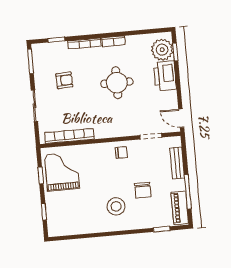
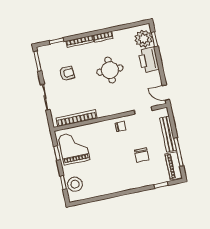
bench: (177, 163) -> (168, 134), width x1.36
stool: (116, 206) -> (75, 184), moved

